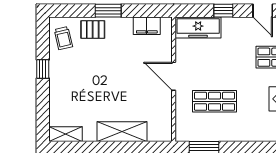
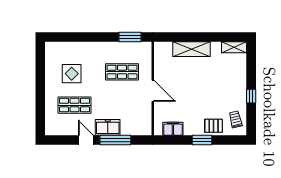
window: (223, 11) -> (115, 140), width x2.17
freezer: (198, 28) -> (108, 127), moved, width x0.71

